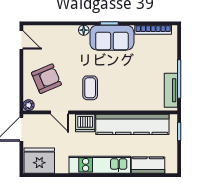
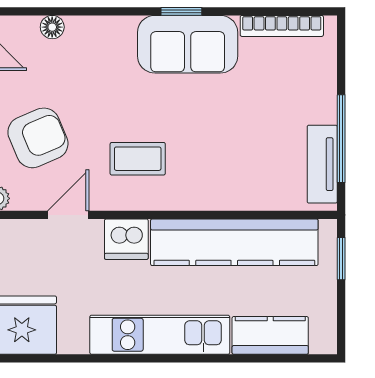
floor lamp: (84, 30) -> (52, 27), moved
coffee table: (90, 88) -> (138, 159), turned 90
door: (60, 112) -> (68, 215), swing flipped

